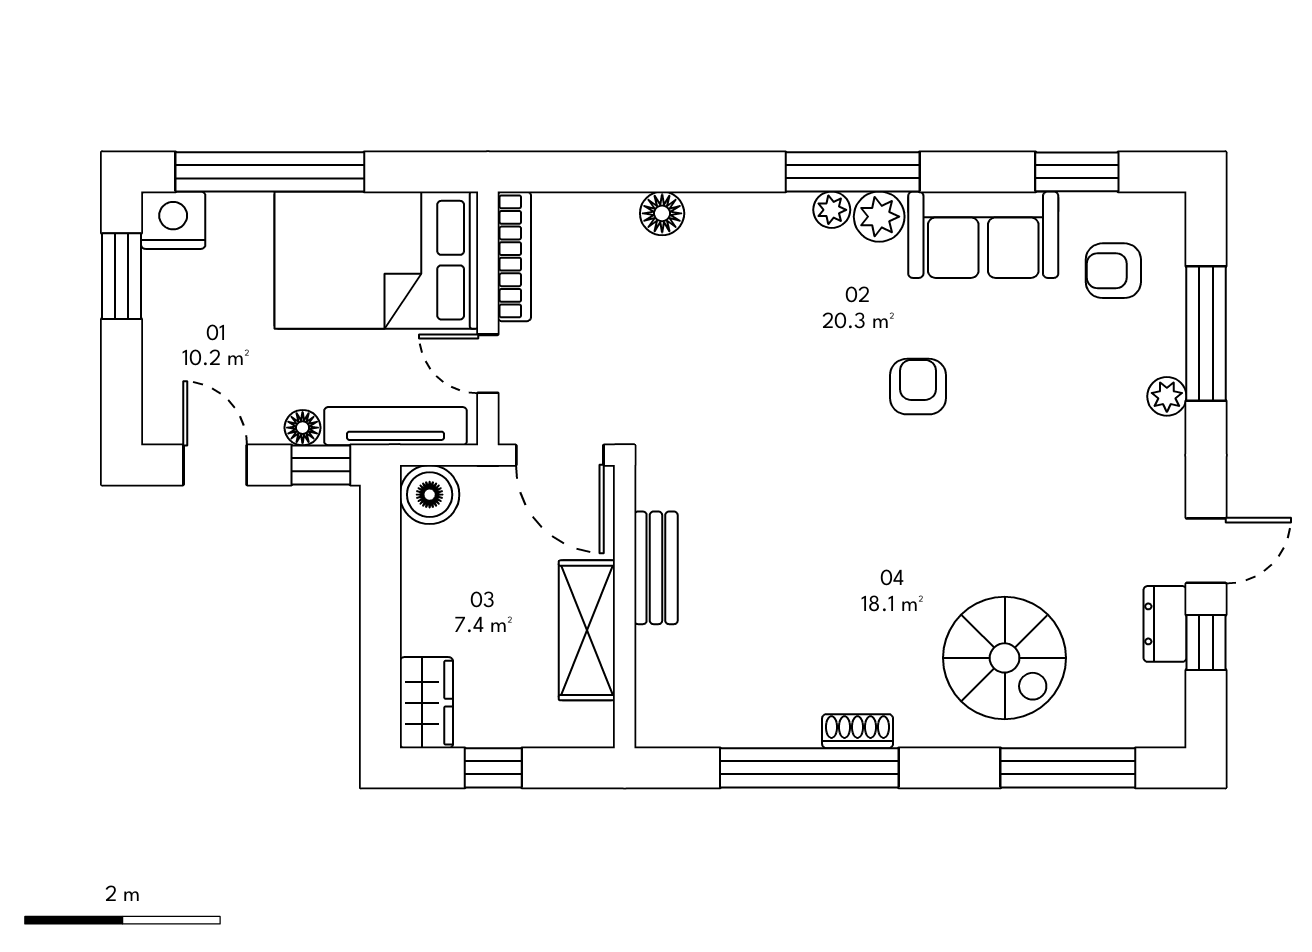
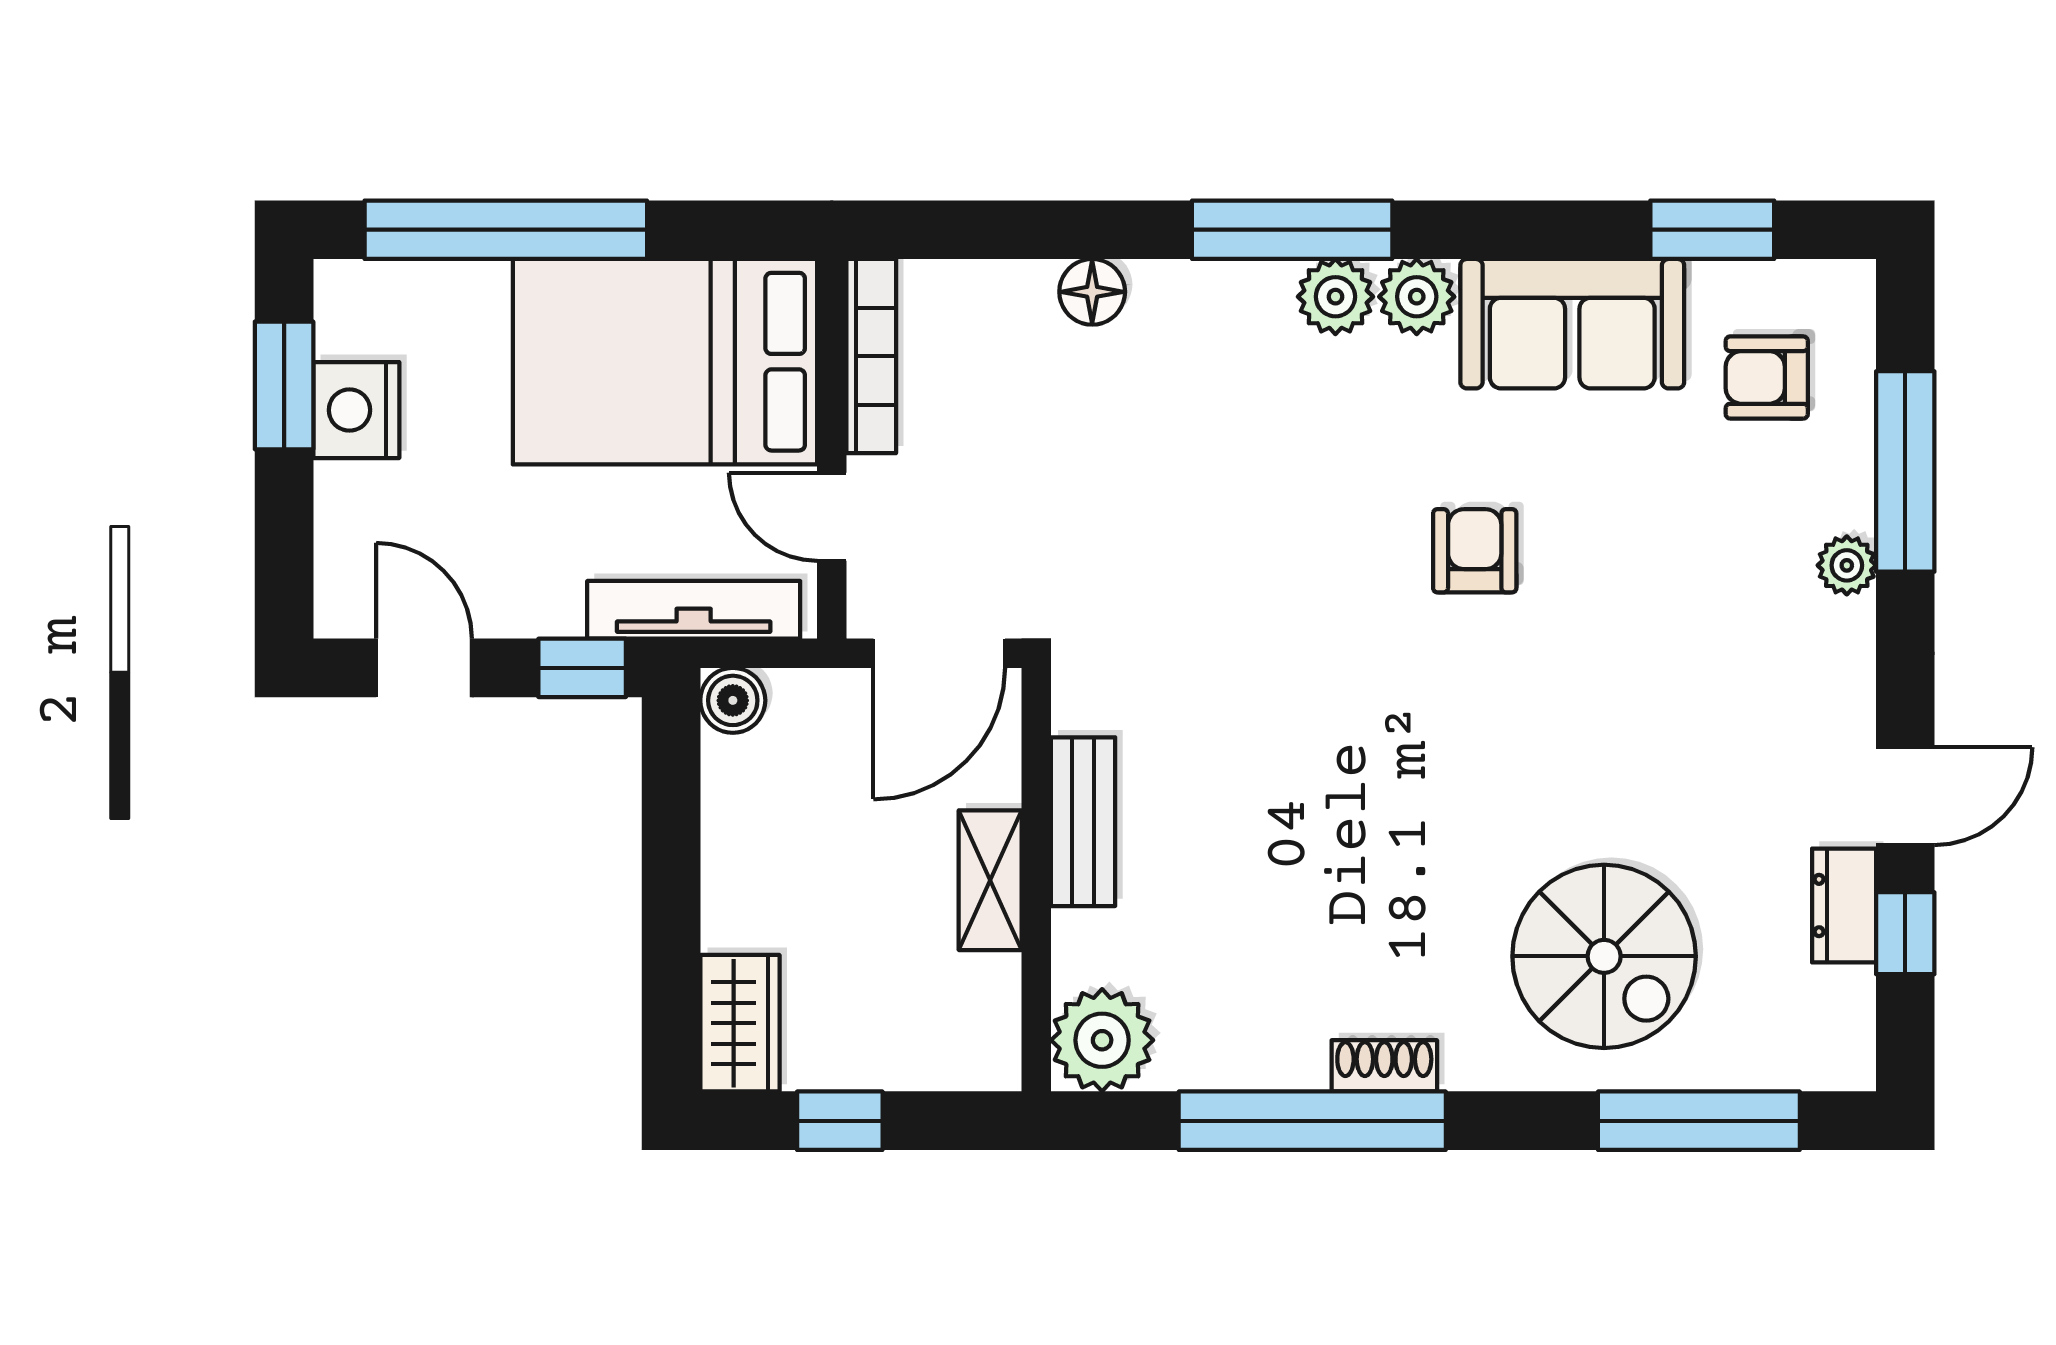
window: (853, 172) -> (1292, 230), moved
plant: (832, 210) -> (1335, 297), width x1.38, depth x1.38
nightstand: (173, 220) -> (356, 410), moved, turned -90
floor lamp: (303, 428) -> (555, 612), removed
door: (560, 455) -> (939, 653), hinge flipped
boiler: (430, 495) -> (733, 700), width x0.73, depth x0.73
shelving: (587, 630) -> (990, 880), width x0.67, depth x0.75
plant: (669, 714) -> (1102, 1040), added

